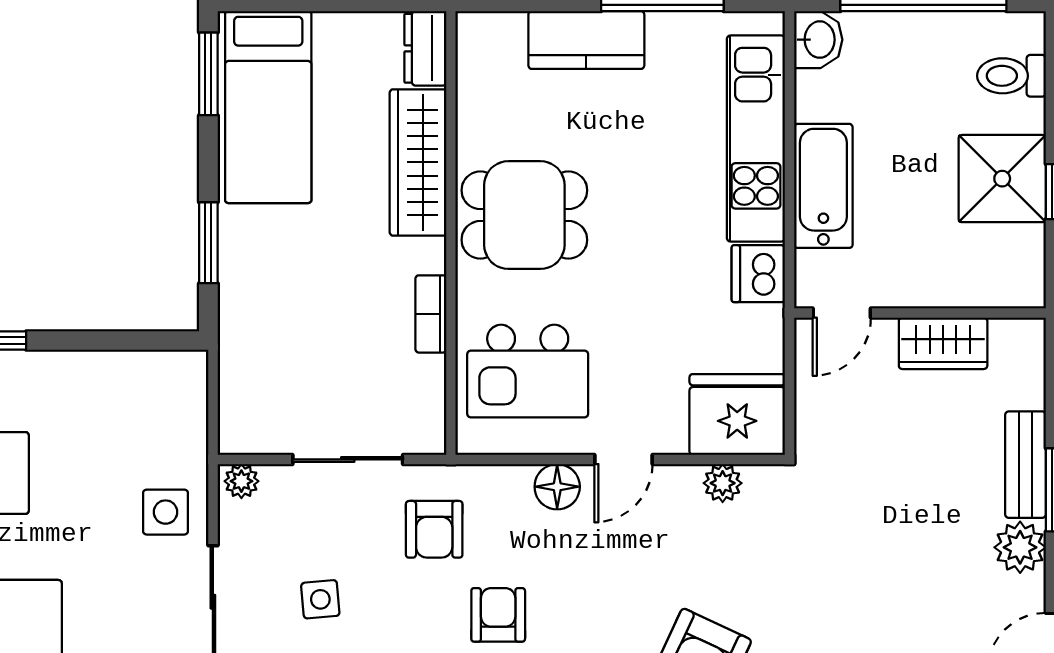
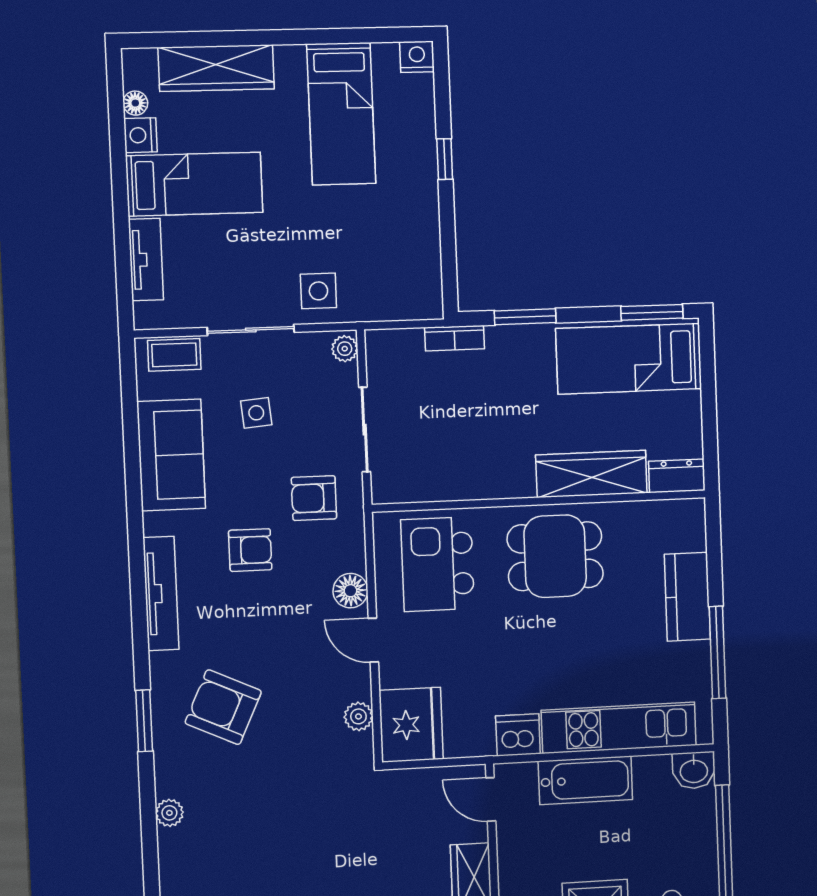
dining table: (524, 215) -> (555, 556), turned 90
bookcase: (431, 314) -> (454, 338), moved, turned 180

